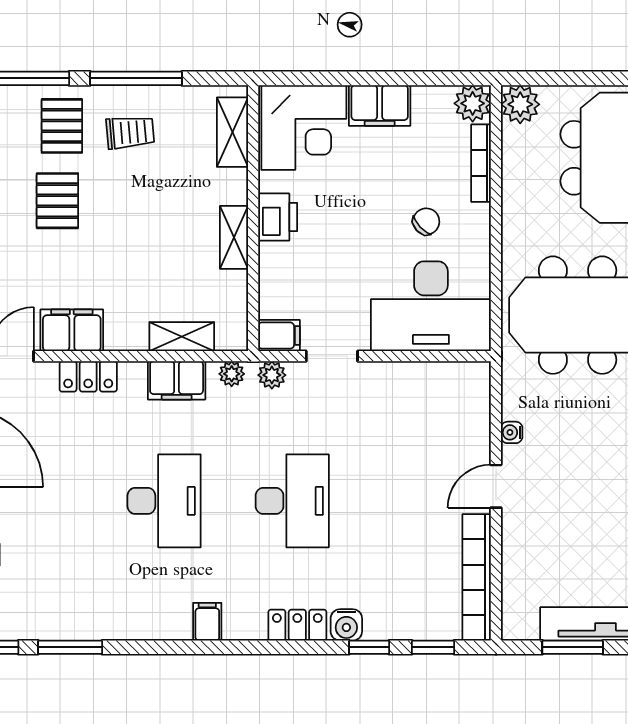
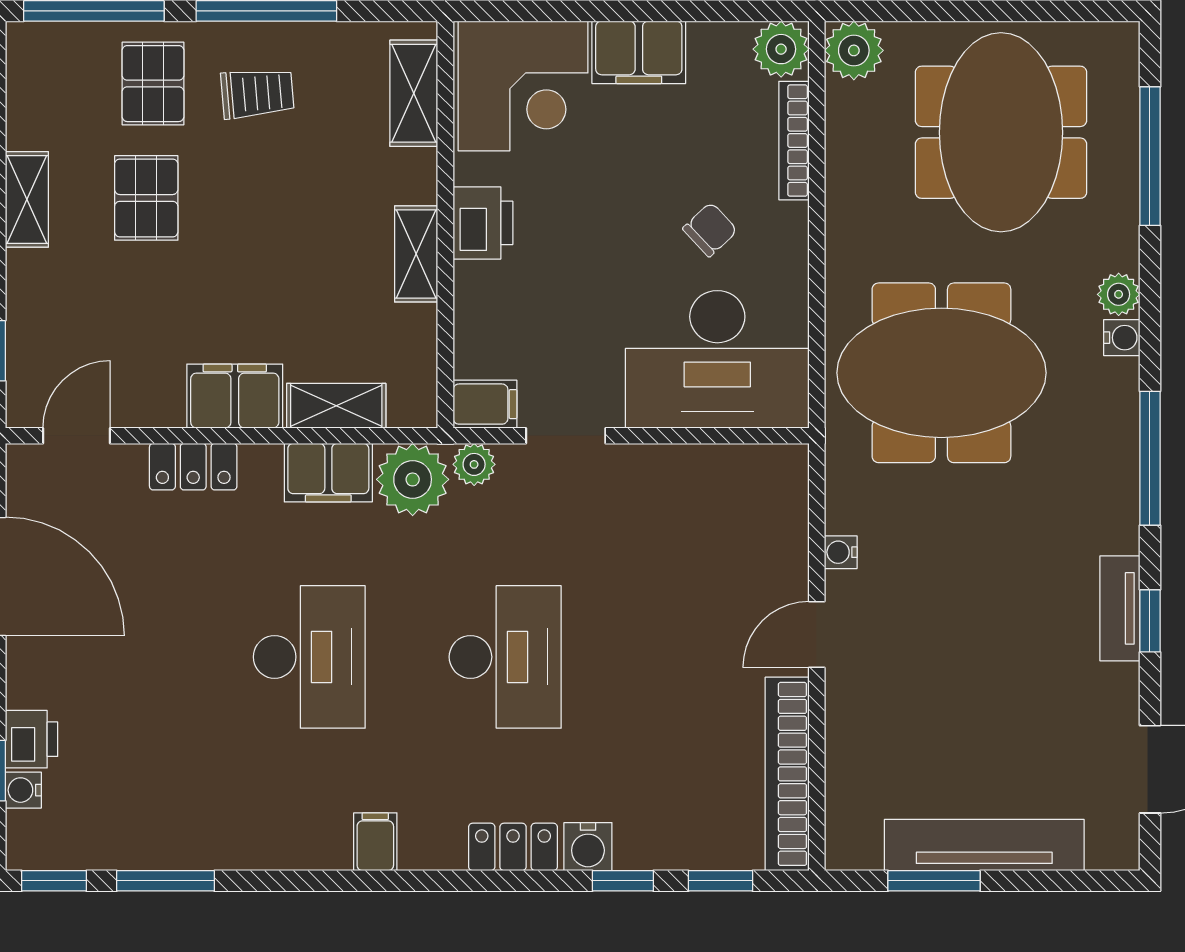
filing cabinet: (72, 330) -> (235, 396), moved
plant: (232, 374) -> (413, 479), width x1.87, depth x1.87

